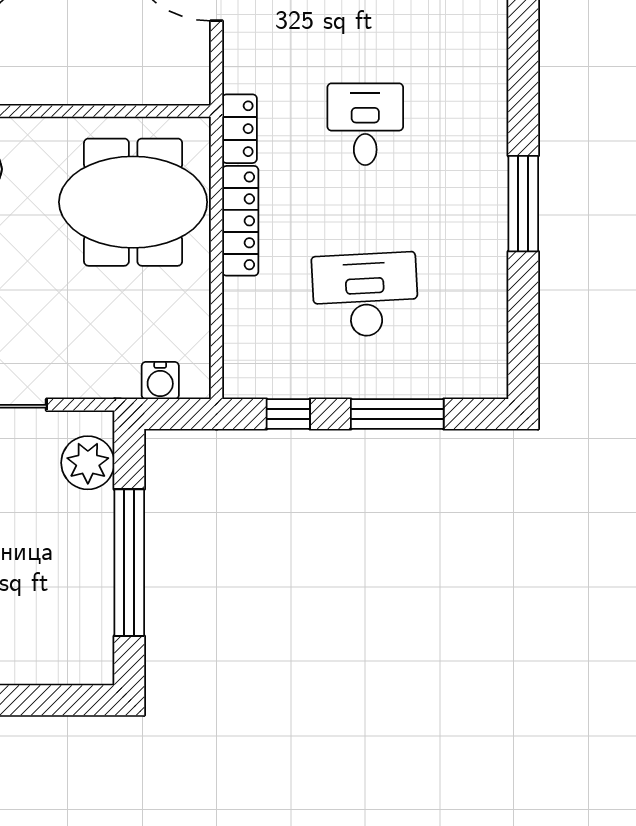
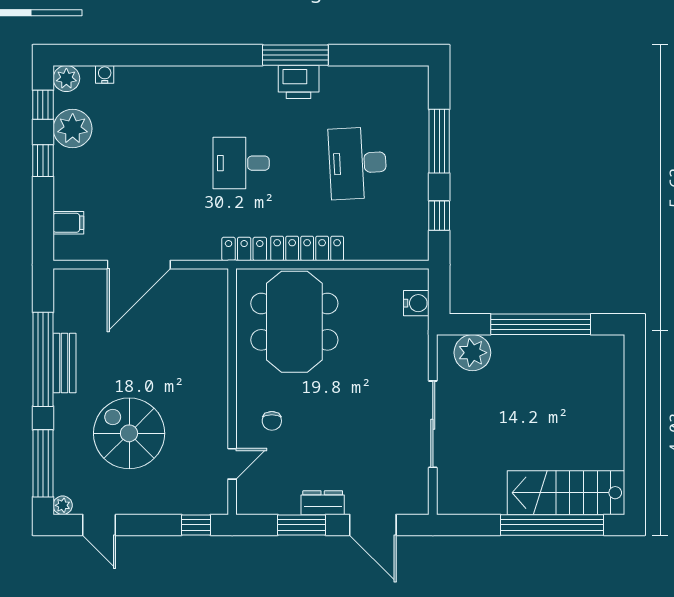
printer: (484, 208) -> (299, 82), added

